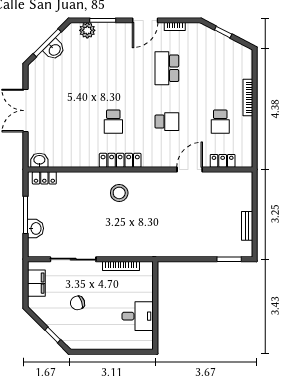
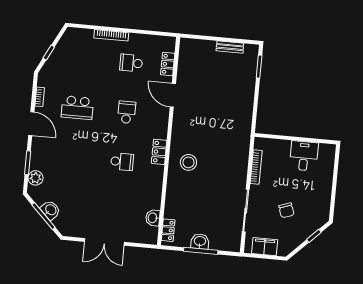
school desk: (220, 122) -> (131, 63), turned 180
washbasin: (39, 160) -> (153, 218), moved
locker: (120, 160) -> (159, 152), width x0.66
washbasin: (36, 228) -> (200, 241), moved

